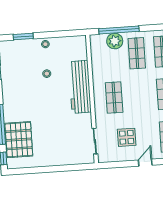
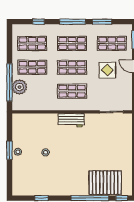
window: (23, 37) -> (9, 150), moved
workbench: (80, 87) -> (71, 120), width x0.53, depth x0.76
shop shelf: (140, 96) -> (72, 67), added
display table: (127, 137) -> (107, 70), moved

